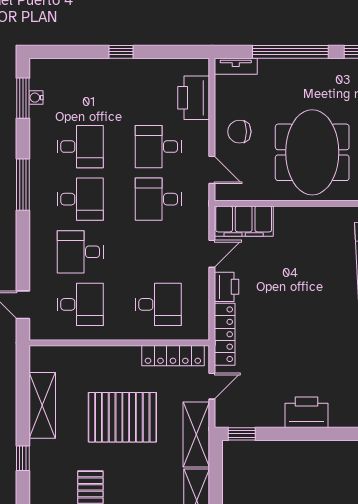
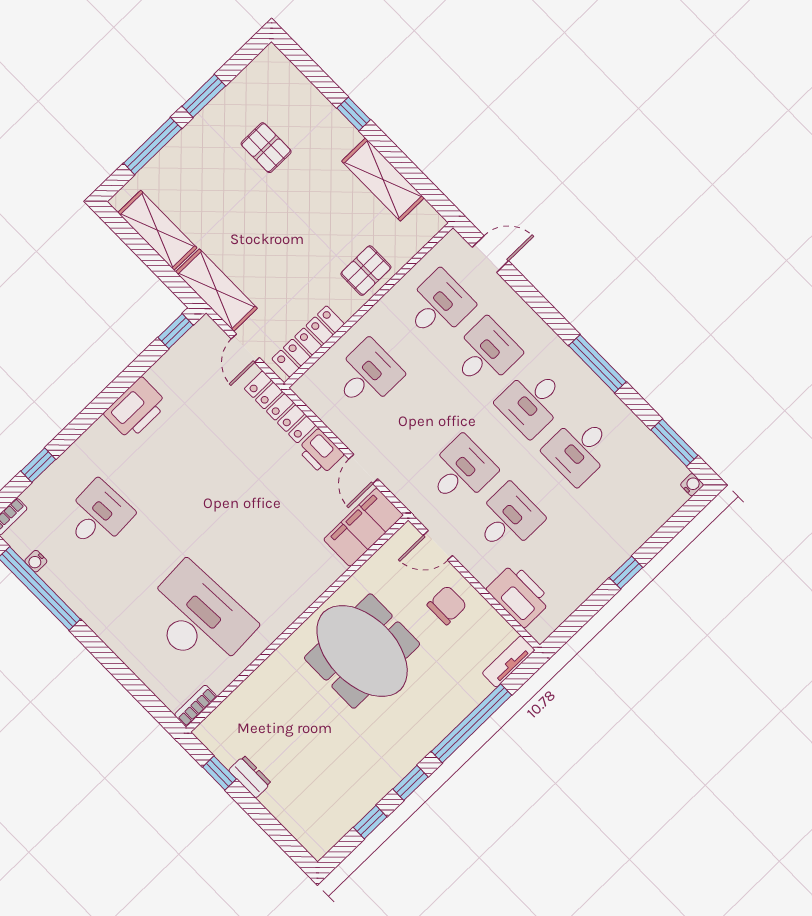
water cooler: (36, 98) -> (692, 485), moved
desk: (80, 304) -> (438, 306), turned 180
desk: (158, 304) -> (367, 375), turned 180
pallet: (122, 417) -> (366, 271), moved, width x0.49, depth x0.50

